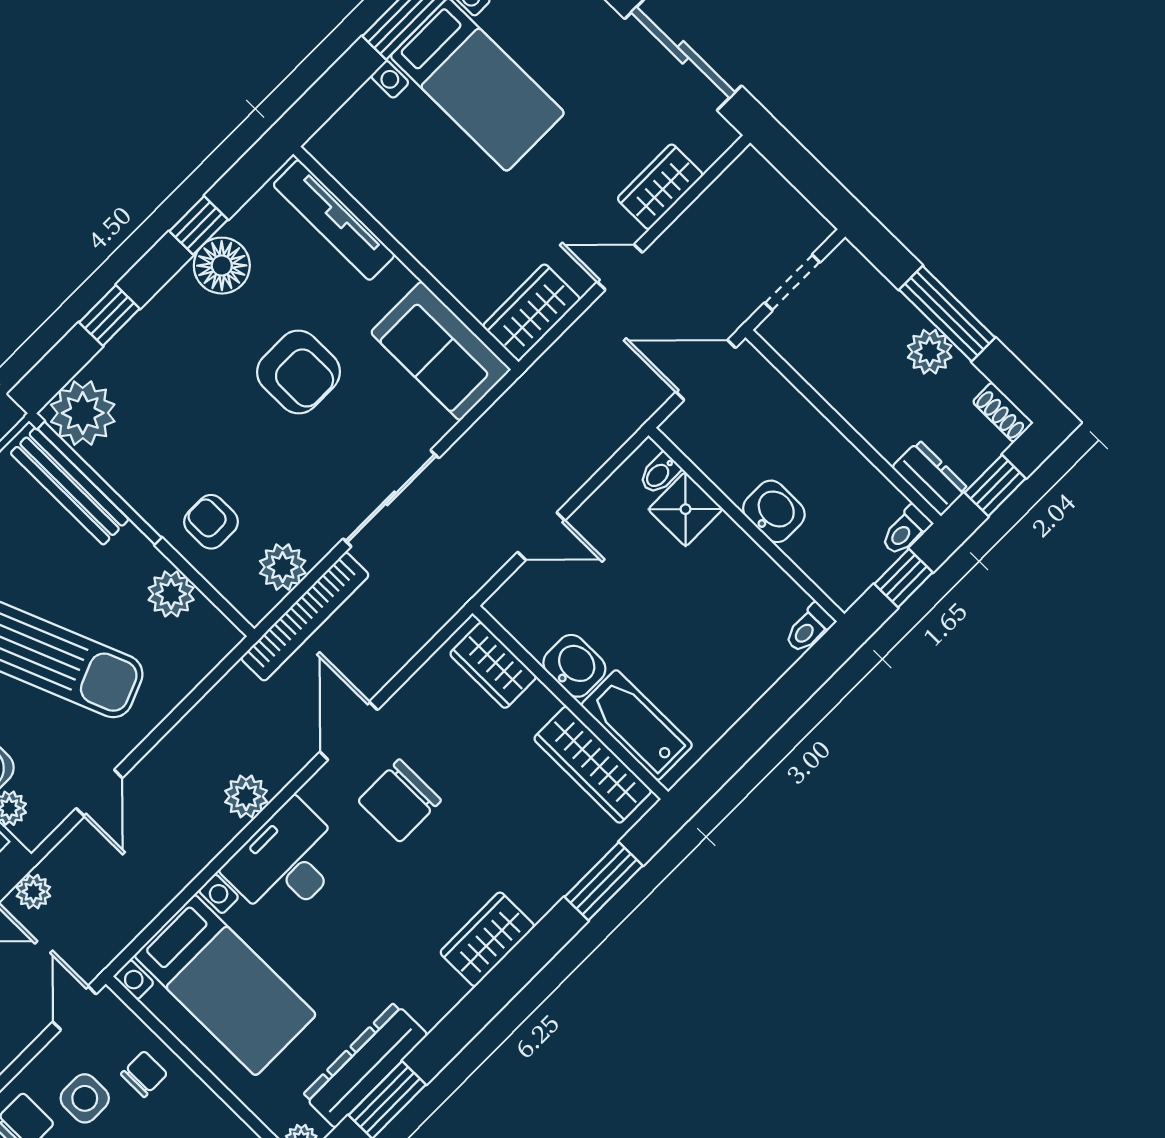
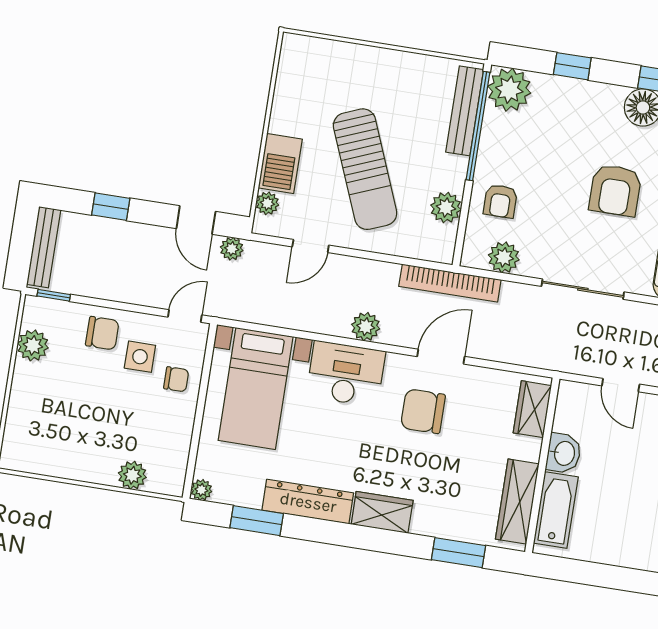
armchair: (211, 522) -> (500, 201), turned 180
bookcase: (305, 617) -> (450, 283), moved
dresser: (365, 1065) -> (308, 502), moved

